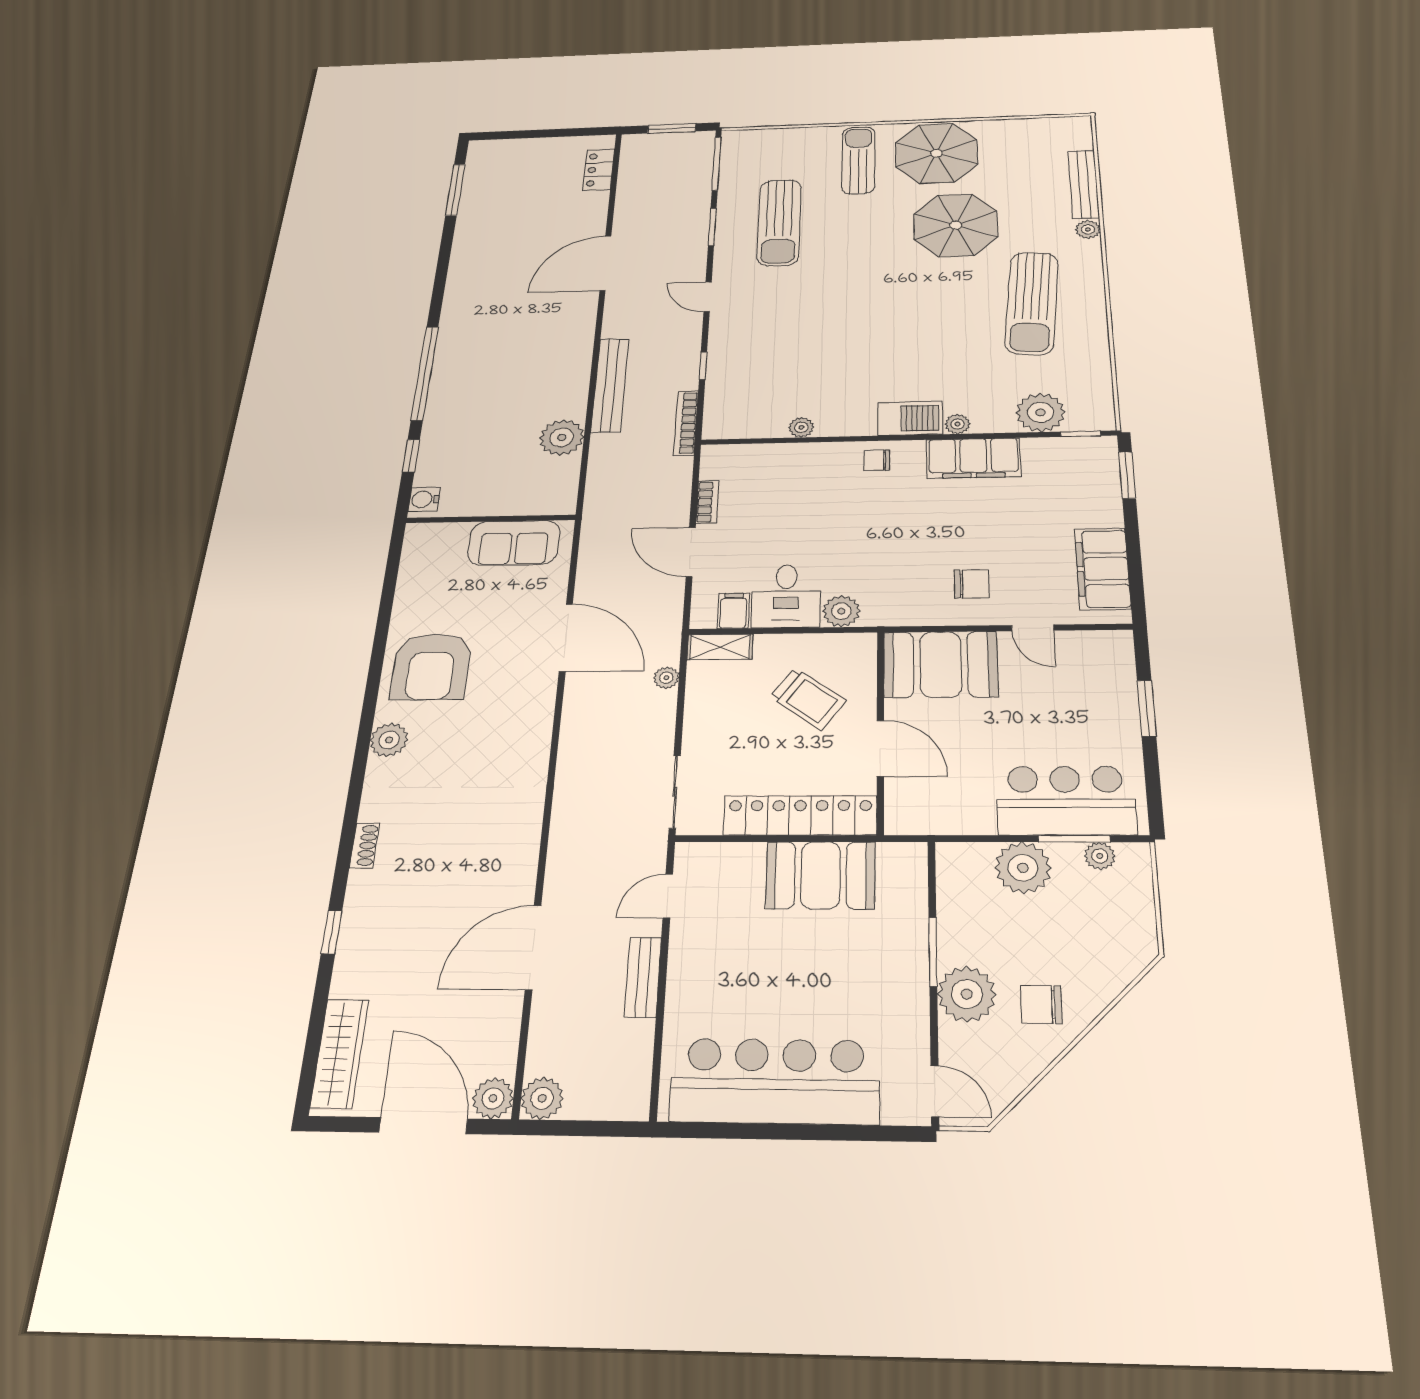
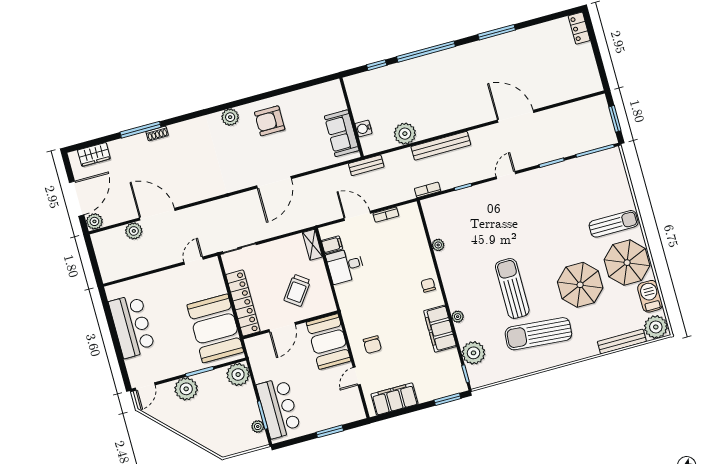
locker: (599, 170) -> (579, 28), moved, turned -90
window: (455, 190) -> (497, 32), moved
sun lounger: (779, 222) -> (512, 288), moved, turned 90
plant: (1088, 229) -> (656, 327), moved, width x1.88, depth x1.88
barbecue: (910, 418) -> (650, 296), moved, turned 180
bookcase: (686, 423) -> (428, 190), width x0.64
water cooler: (424, 499) -> (364, 129), moved, turned -90
door: (691, 552) -> (357, 216), hinge flipped
plant: (841, 611) -> (344, 292), removed
door: (566, 638) -> (274, 182), moved
armchair: (431, 667) -> (270, 121), width x0.73, depth x0.73
plant: (666, 678) -> (291, 226), removed
shoe rack: (364, 845) -> (157, 133), moved
plant: (1023, 868) -> (238, 375), moved
booth: (821, 875) -> (215, 328), width x1.36, depth x1.42
door: (668, 896) -> (194, 261), hinge flipped
window: (332, 932) -> (140, 130), width x2.17
bench: (643, 977) -> (366, 165), moved
chair: (1041, 1005) -> (190, 418), removed
wardrobe: (340, 1053) -> (94, 154), width x0.67
bar counter: (775, 1081) -> (132, 326), width x0.73
plant: (542, 1098) -> (134, 231), moved

